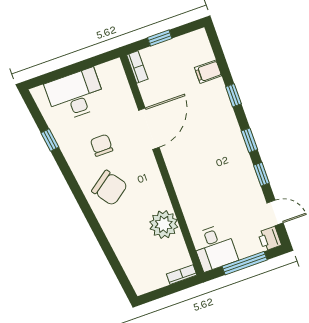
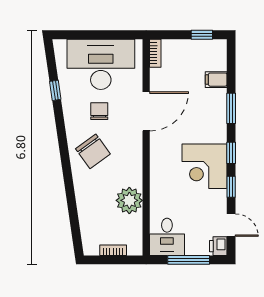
window: (160, 38) -> (202, 35), moved
desk: (75, 95) -> (101, 64), width x1.36, depth x1.30
window: (233, 95) -> (231, 108), width x1.50
corner desk: (227, 163) -> (205, 166), added
bookcase: (182, 275) -> (113, 250), moved

